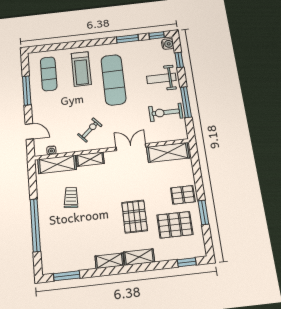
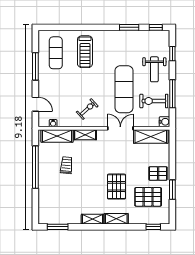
water cooler: (168, 44) -> (164, 122), moved
weight bench: (161, 78) -> (154, 69), turned -90
exercise mat: (113, 80) -> (124, 89), moved
window: (35, 225) -> (35, 167), moved

